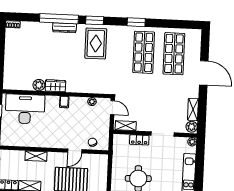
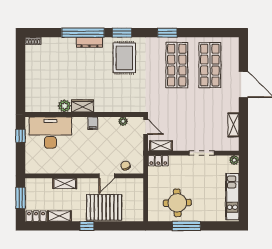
plant: (192, 127) -> (233, 144), removed
locker: (139, 140) -> (158, 161), moved

